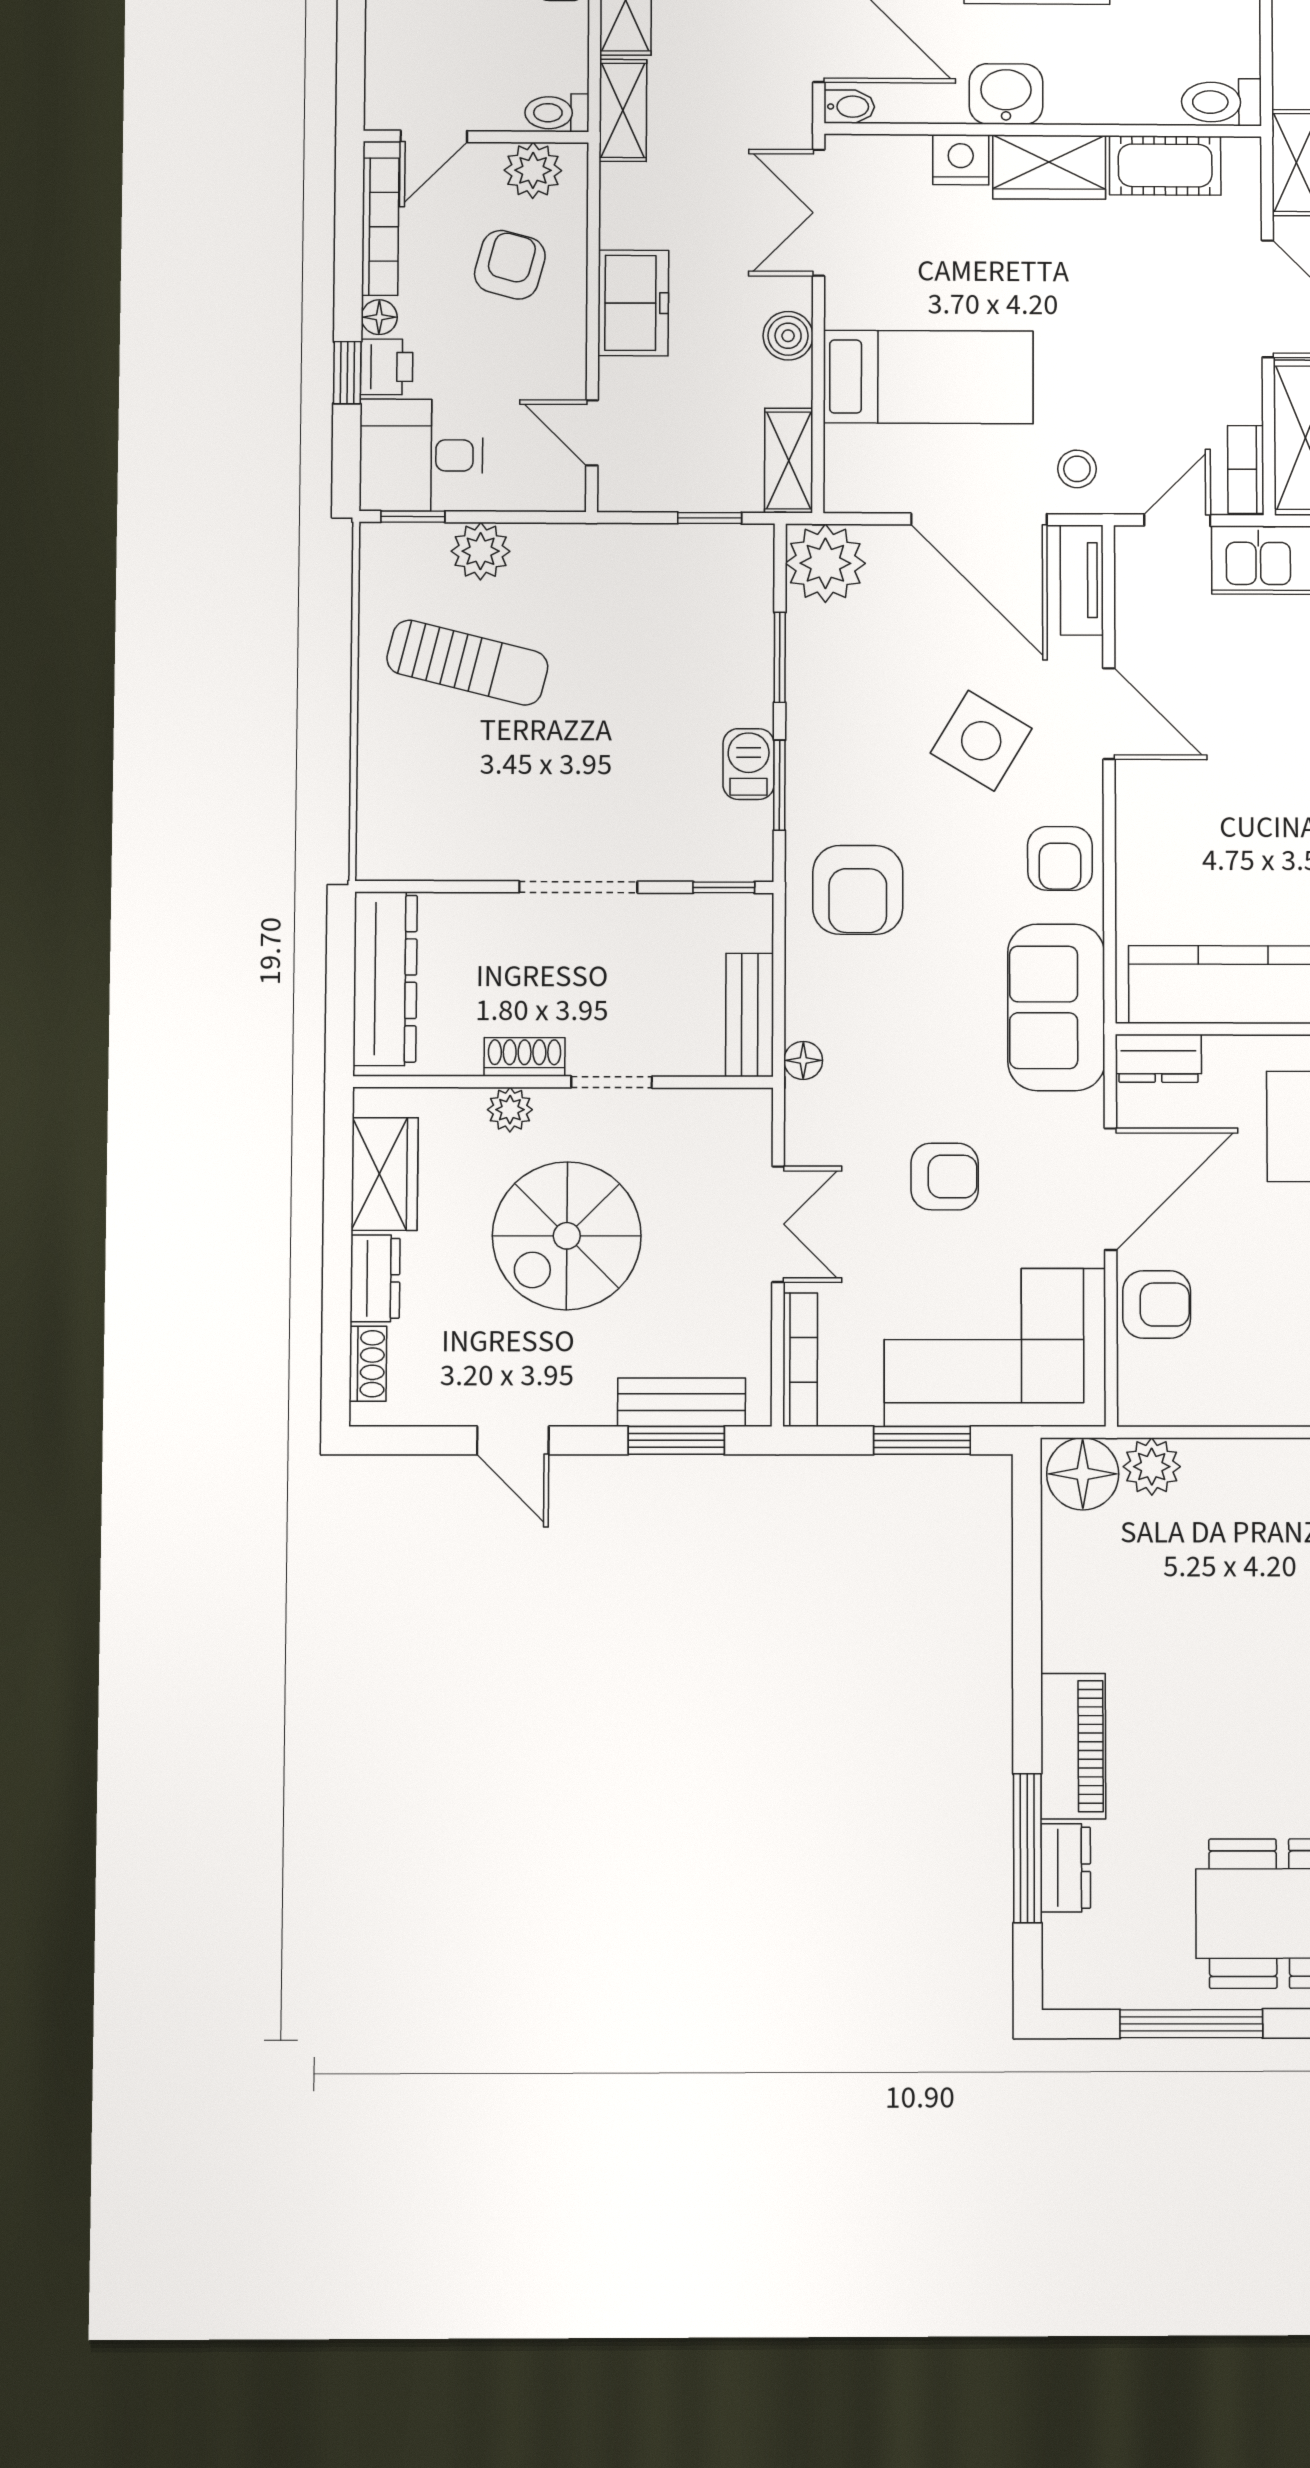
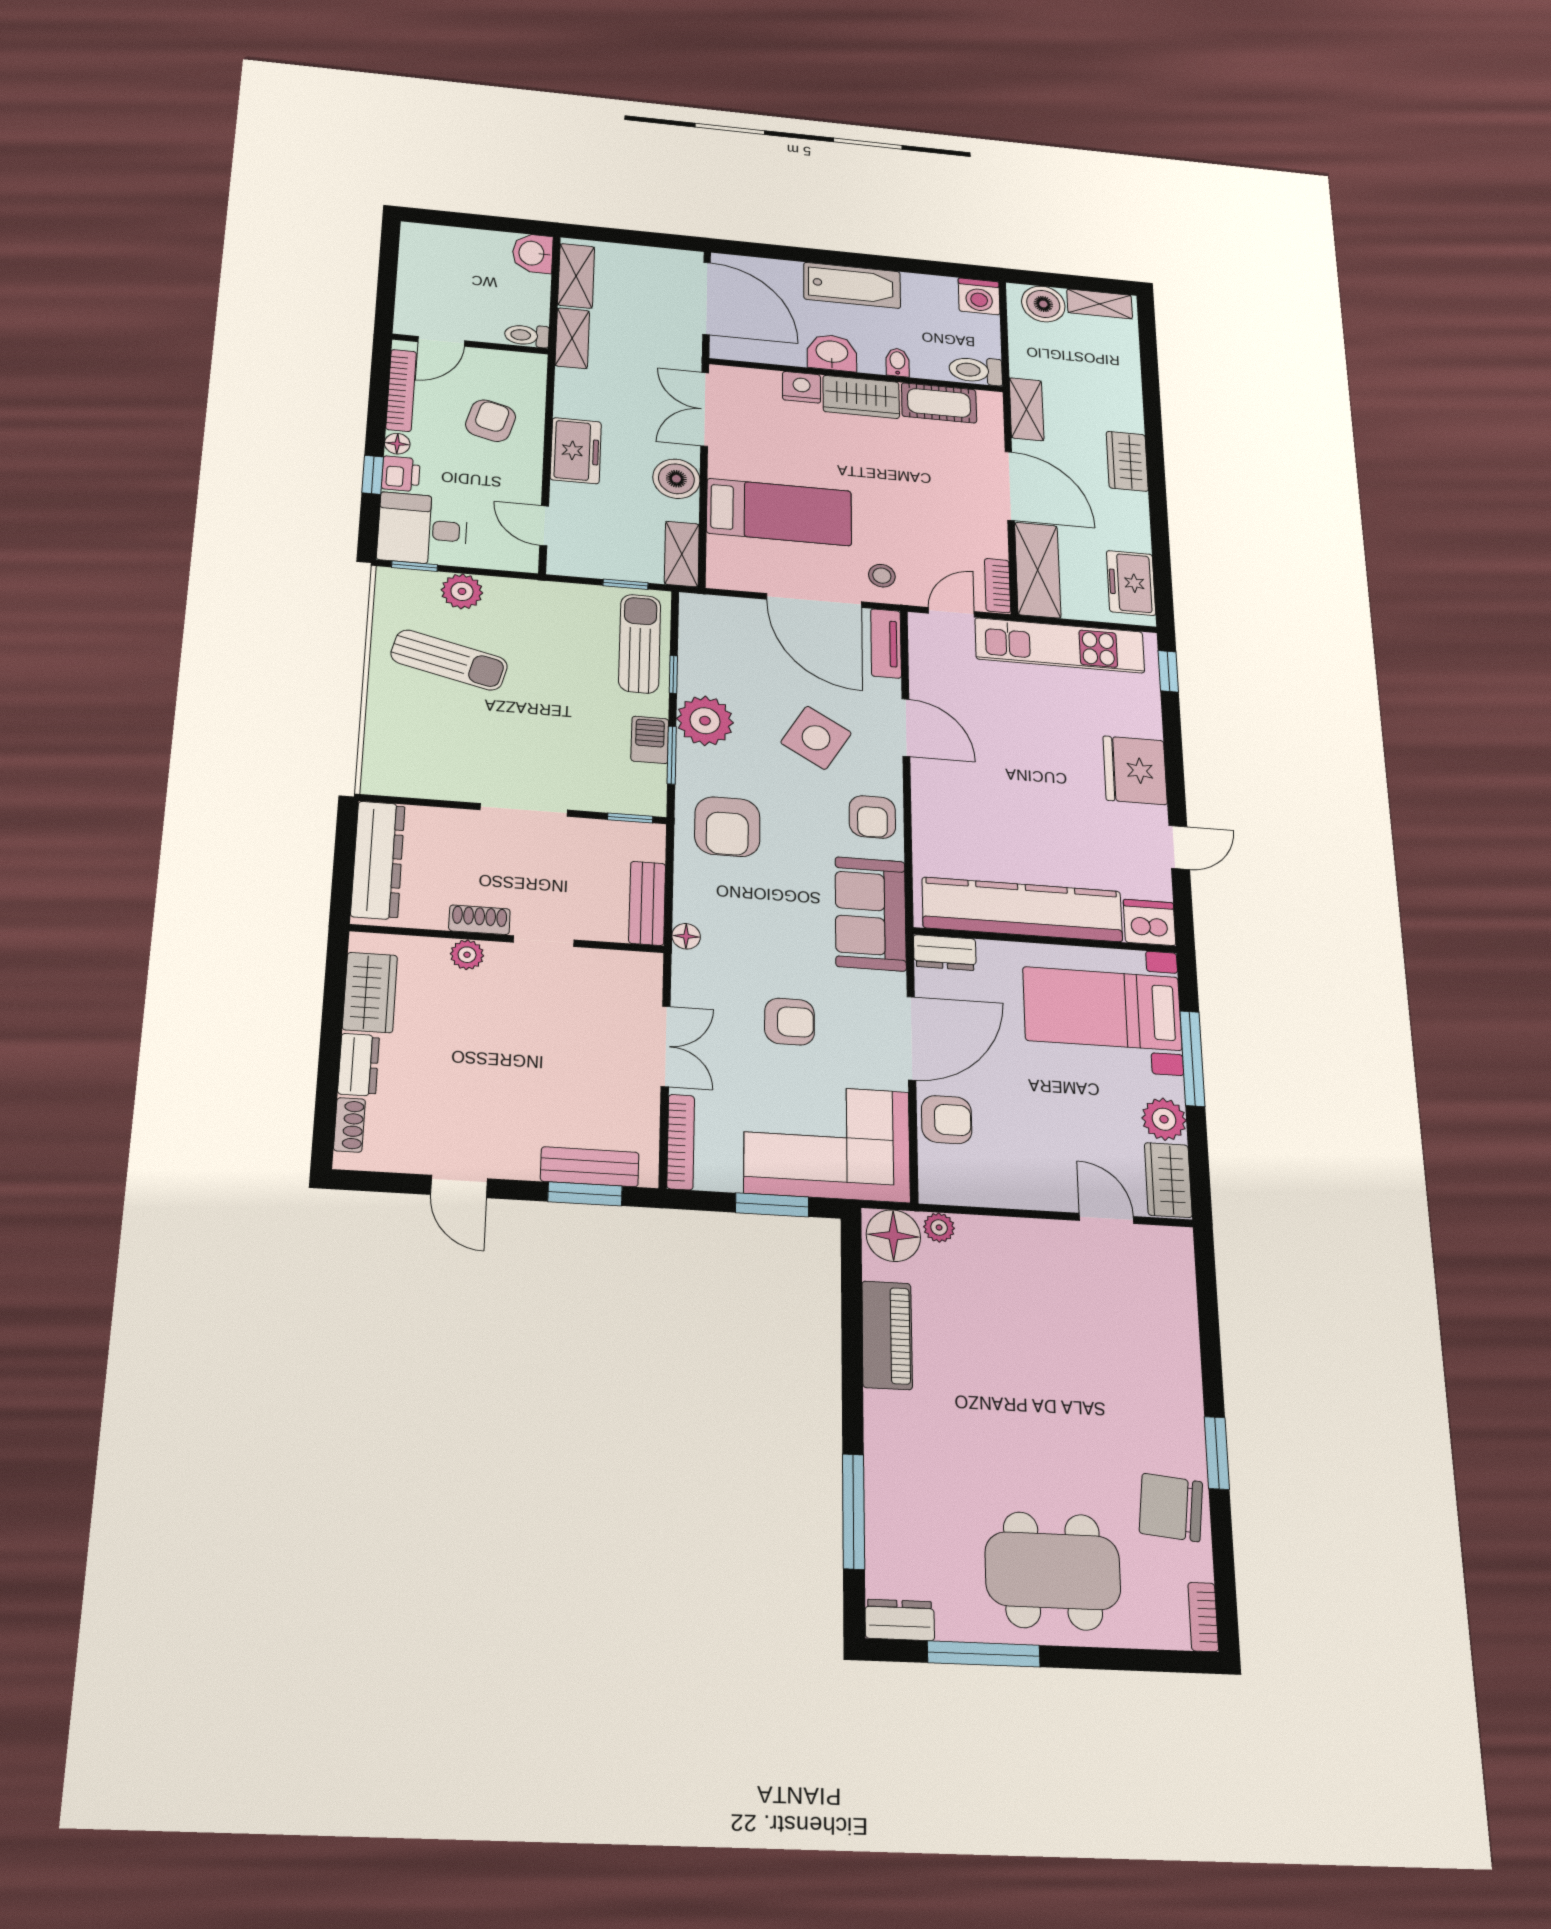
bidet: (849, 107) -> (897, 362), moved, turned -90
plant: (533, 170) -> (509, 367), removed
boiler: (788, 336) -> (676, 479), width x1.36, depth x1.36
plant: (825, 563) -> (705, 721), moved
sun lounger: (732, 612) -> (640, 644), added
window: (780, 657) -> (673, 674), width x0.67
spiral stairs: (567, 1236) -> (506, 1044), removed
plant: (1152, 1467) -> (939, 1227), width x0.73, depth x0.73
piano: (1073, 1746) -> (887, 1335), moved
dresser: (1066, 1868) -> (900, 1620), moved, turned -90

